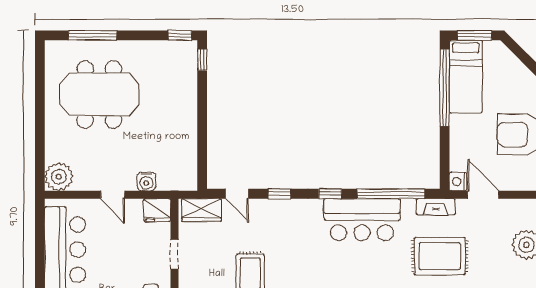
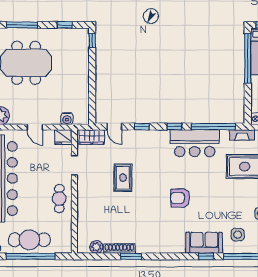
window: (180, 35) -> (65, 25), moved
water cooler: (146, 181) -> (67, 119), moved

